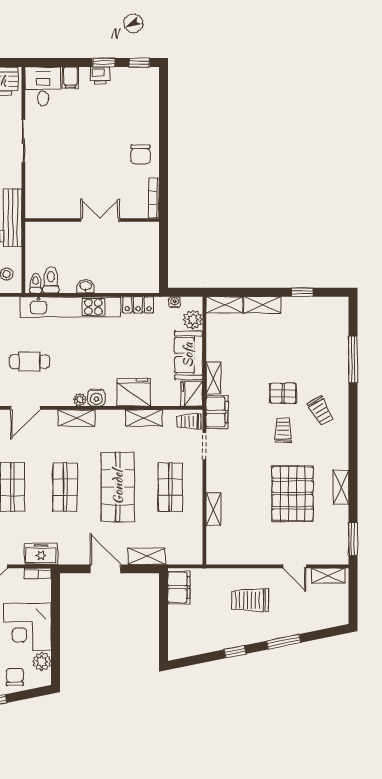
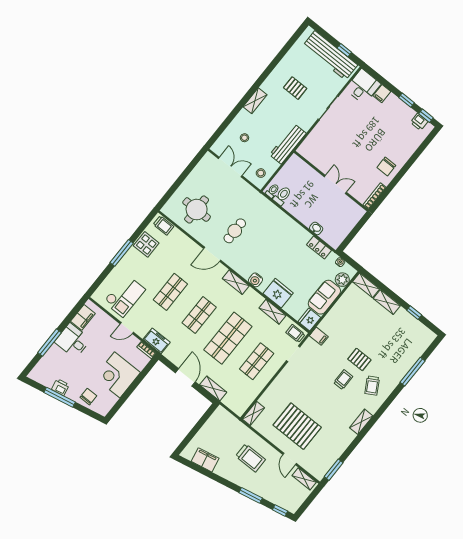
printer: (100, 76) -> (419, 122), moved
washbasin: (85, 286) -> (316, 228), moved
kitchen unit: (70, 307) -> (281, 219), removed
cafe table: (29, 362) -> (235, 231), turned 90
shelving: (213, 378) -> (328, 320), removed
plant: (80, 400) -> (246, 274), removed
filing cabinet: (217, 412) -> (319, 336), width x0.50
shelving: (341, 487) -> (361, 422), moved
pallet: (292, 494) -> (297, 426), moved, turned 90
shelving: (213, 509) -> (253, 413), moved
filing cabinet: (179, 587) -> (205, 460), moved, turned -102
trolley: (250, 600) -> (250, 458), turned 180
window: (235, 652) -> (280, 510), moved
plant: (42, 661) -> (110, 400), removed

